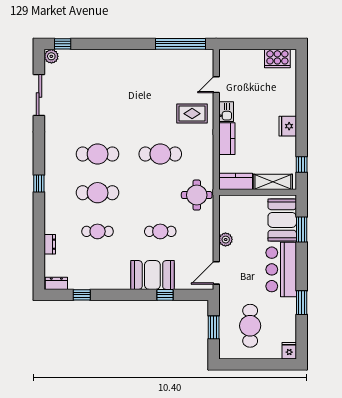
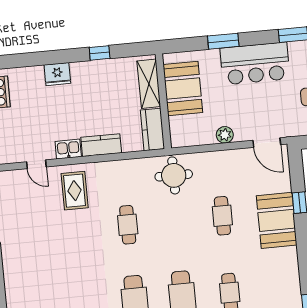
fridge: (288, 126) -> (57, 74), moved
cafe table: (160, 154) -> (128, 225), width x0.73, depth x0.74
window: (302, 165) -> (100, 53), moved
booth: (282, 220) -> (183, 88), moved, turned 90
window: (302, 230) -> (223, 41), moved

